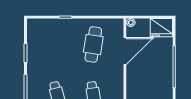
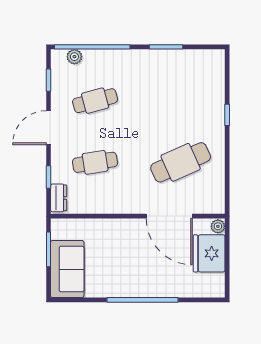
fridge: (161, 28) -> (209, 253), moved
cafe table: (93, 44) -> (181, 162), turned -33

